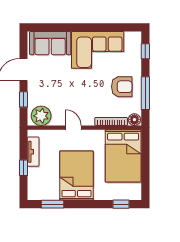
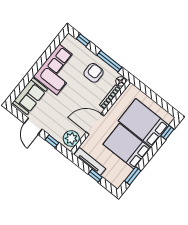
door: (73, 128) -> (95, 124), width x1.87
tv unit: (33, 152) -> (90, 162), width x1.41
bed: (123, 156) -> (144, 123), moved, turned 180

